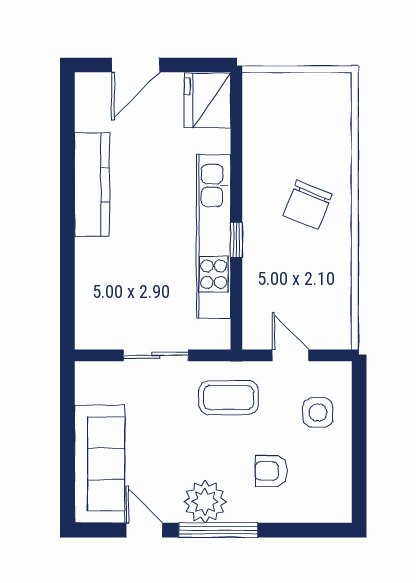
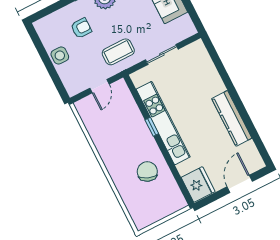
chair: (308, 205) -> (147, 172), moved
door: (291, 355) -> (100, 86), hinge flipped
side table: (318, 413) -> (60, 56), moved

